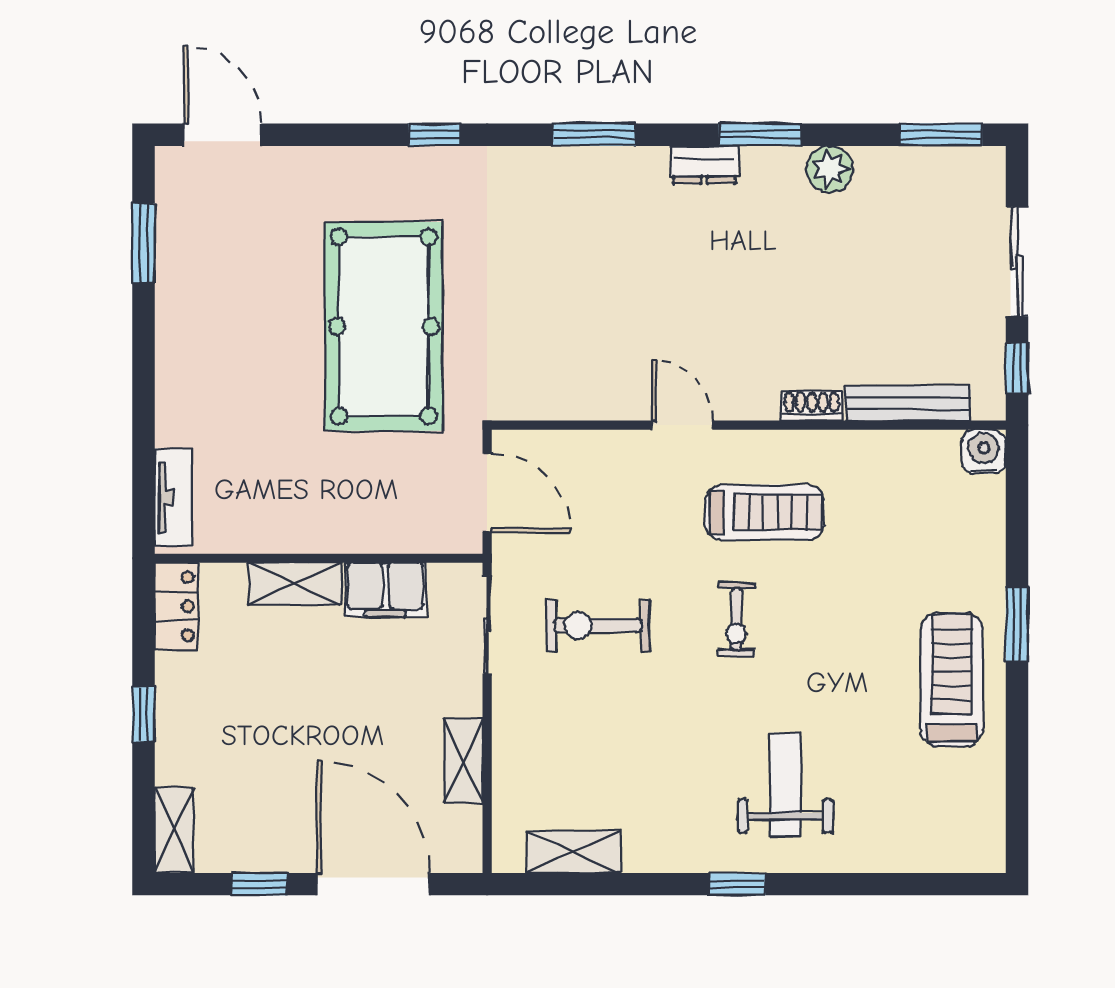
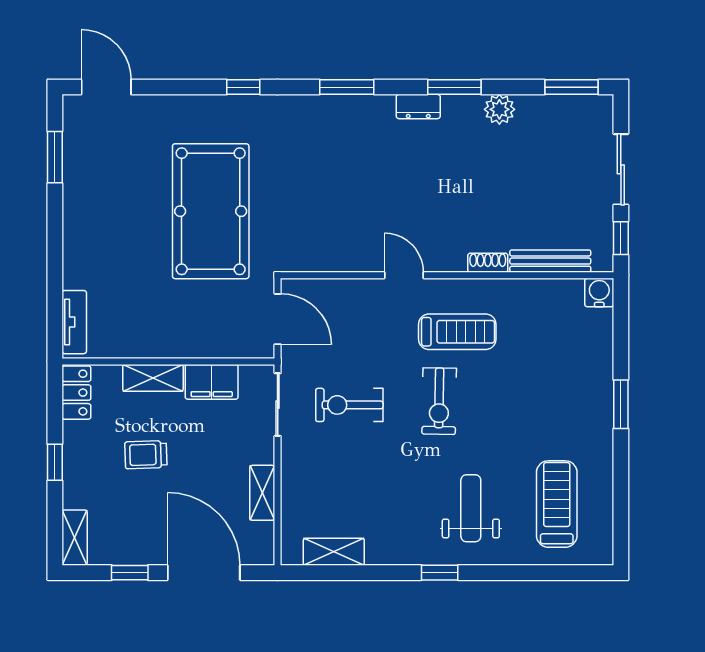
exercise bike: (737, 620) -> (439, 401), width x1.38, depth x1.39
treadmill: (951, 679) -> (557, 504), moved
trolley: (284, 702) -> (146, 455), added

